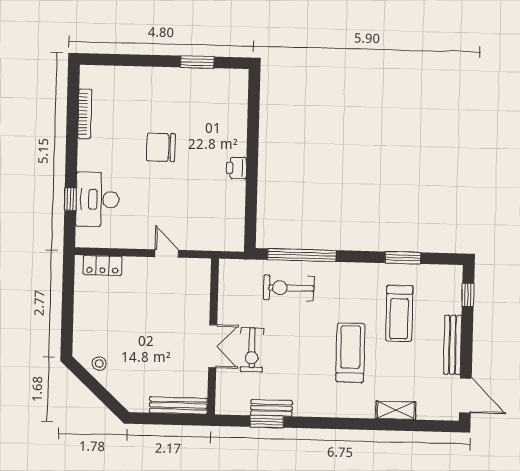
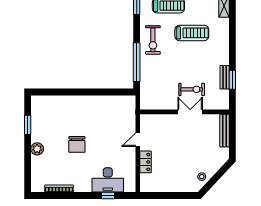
plant: (155, 78) -> (37, 149), added
printer: (236, 168) -> (88, 101), removed
locker: (102, 265) -> (145, 162), moved
exercise bike: (289, 288) -> (153, 40), moved
treadmill: (350, 353) -> (192, 33), turned 180

